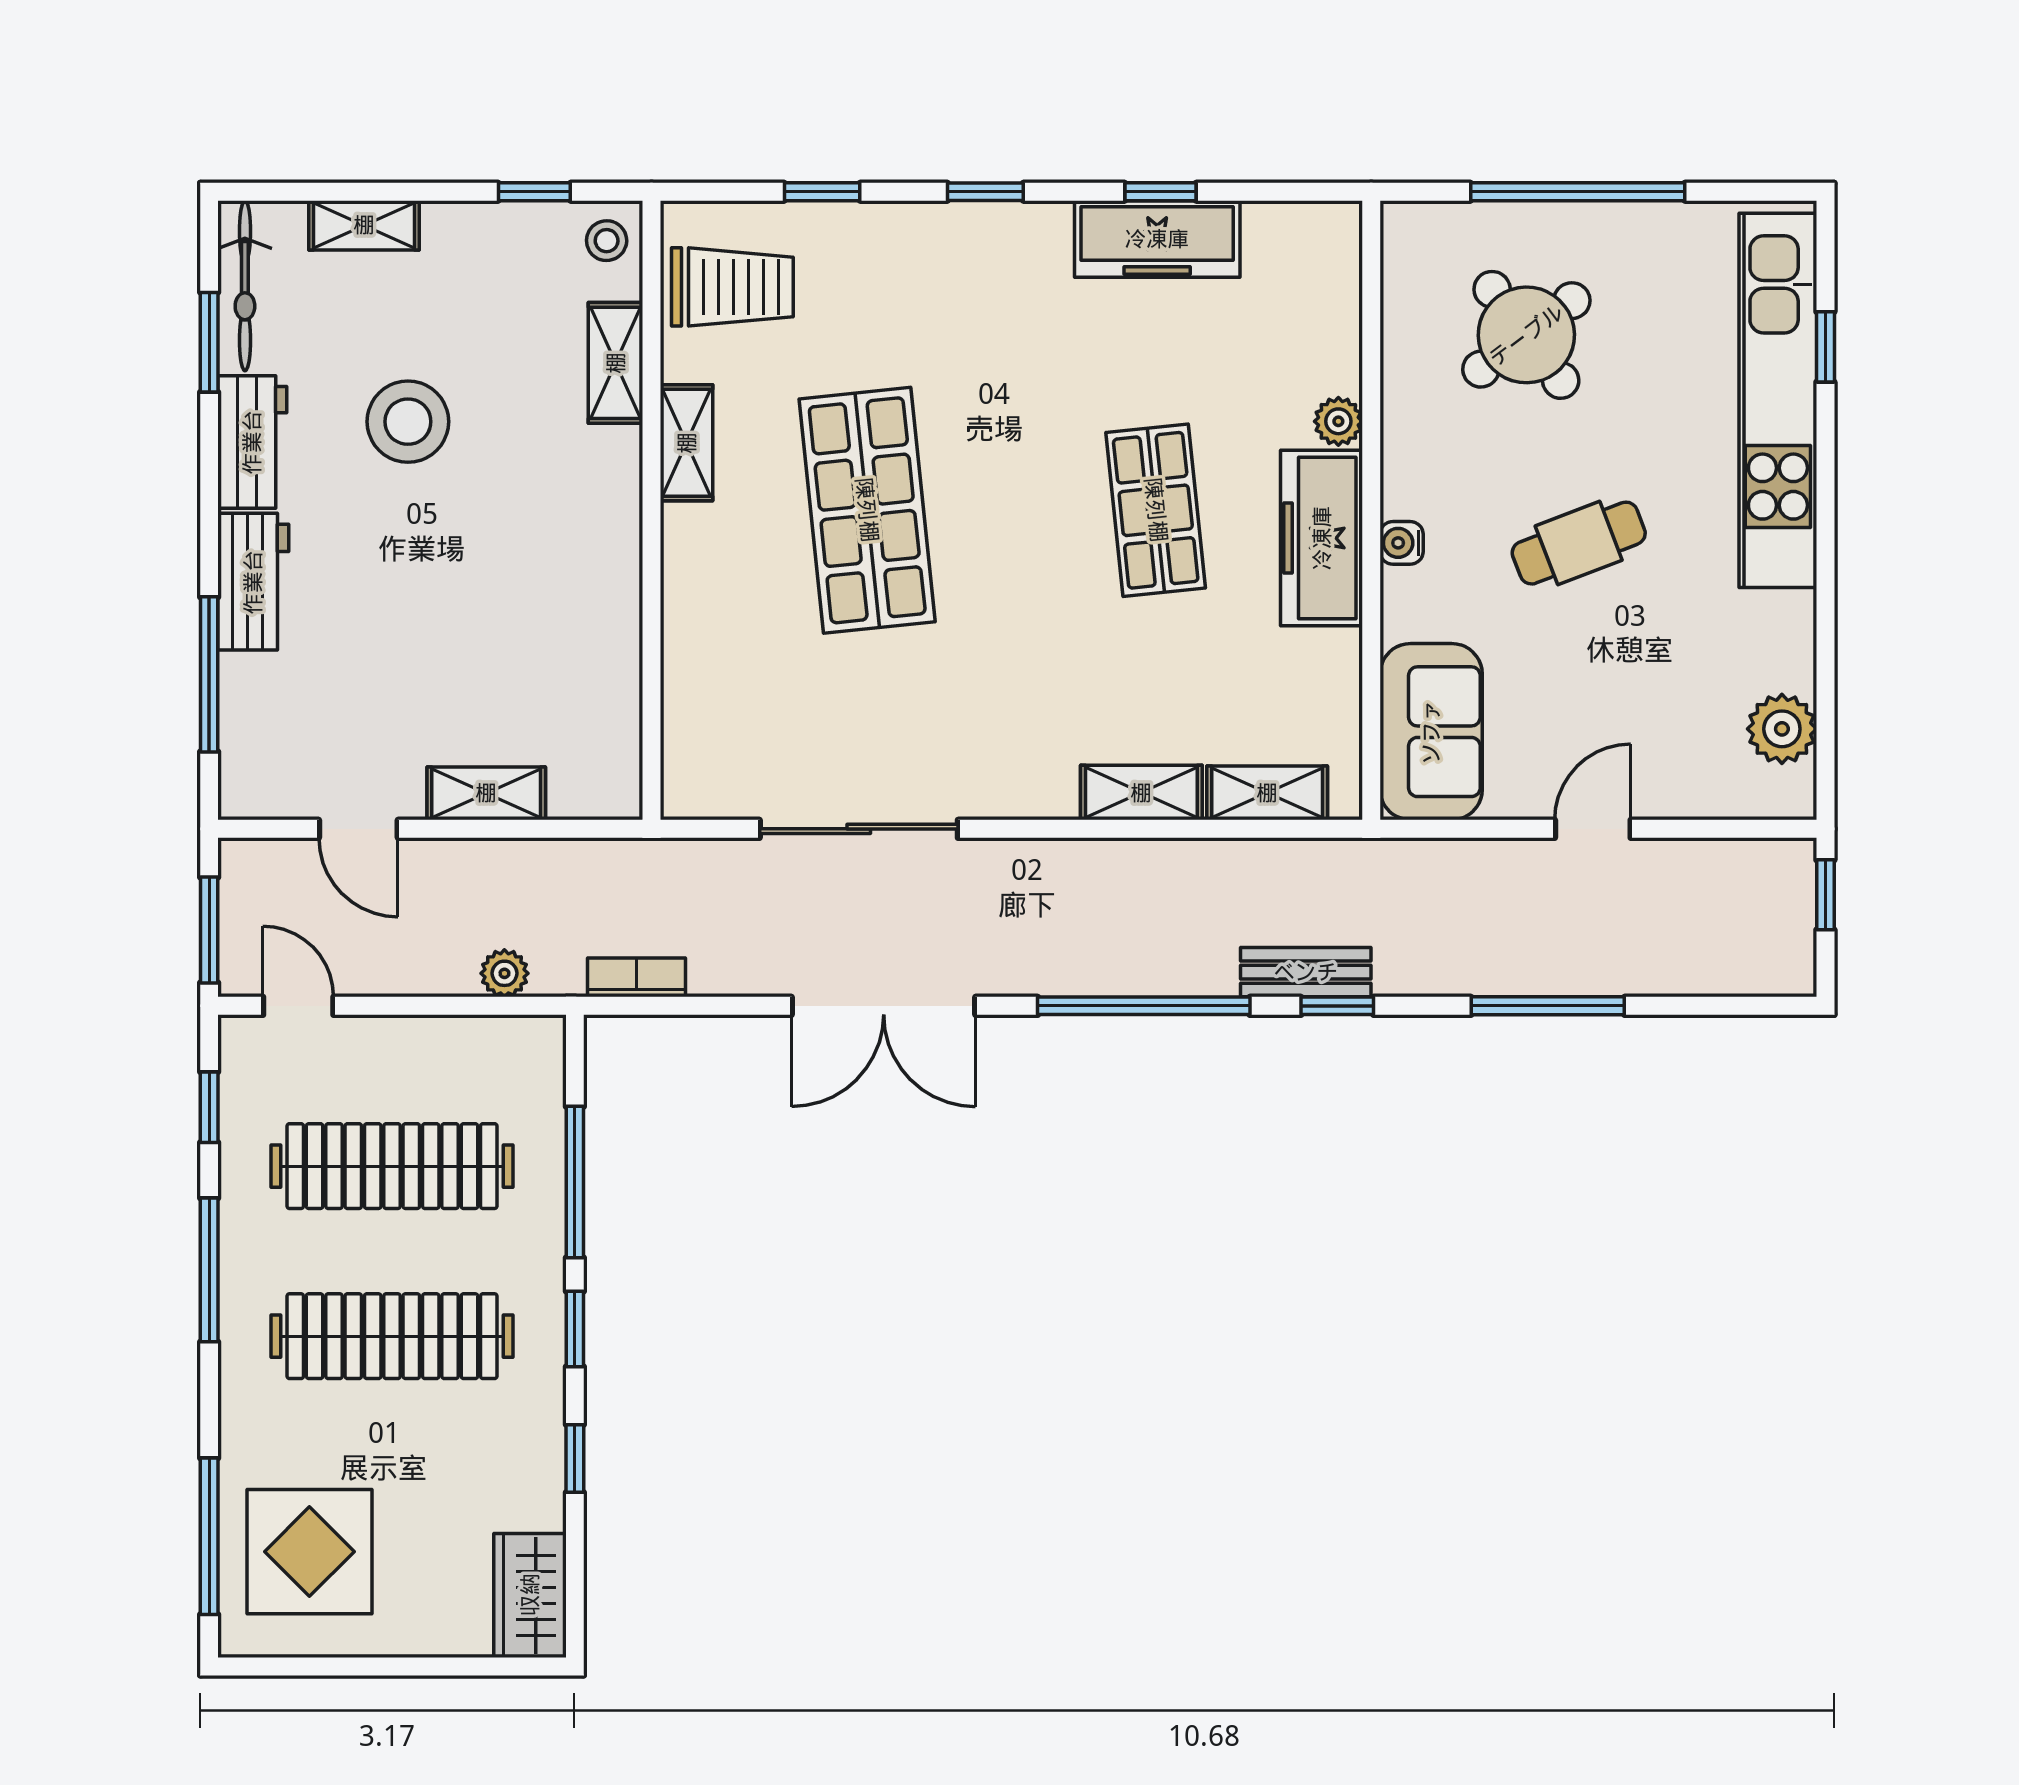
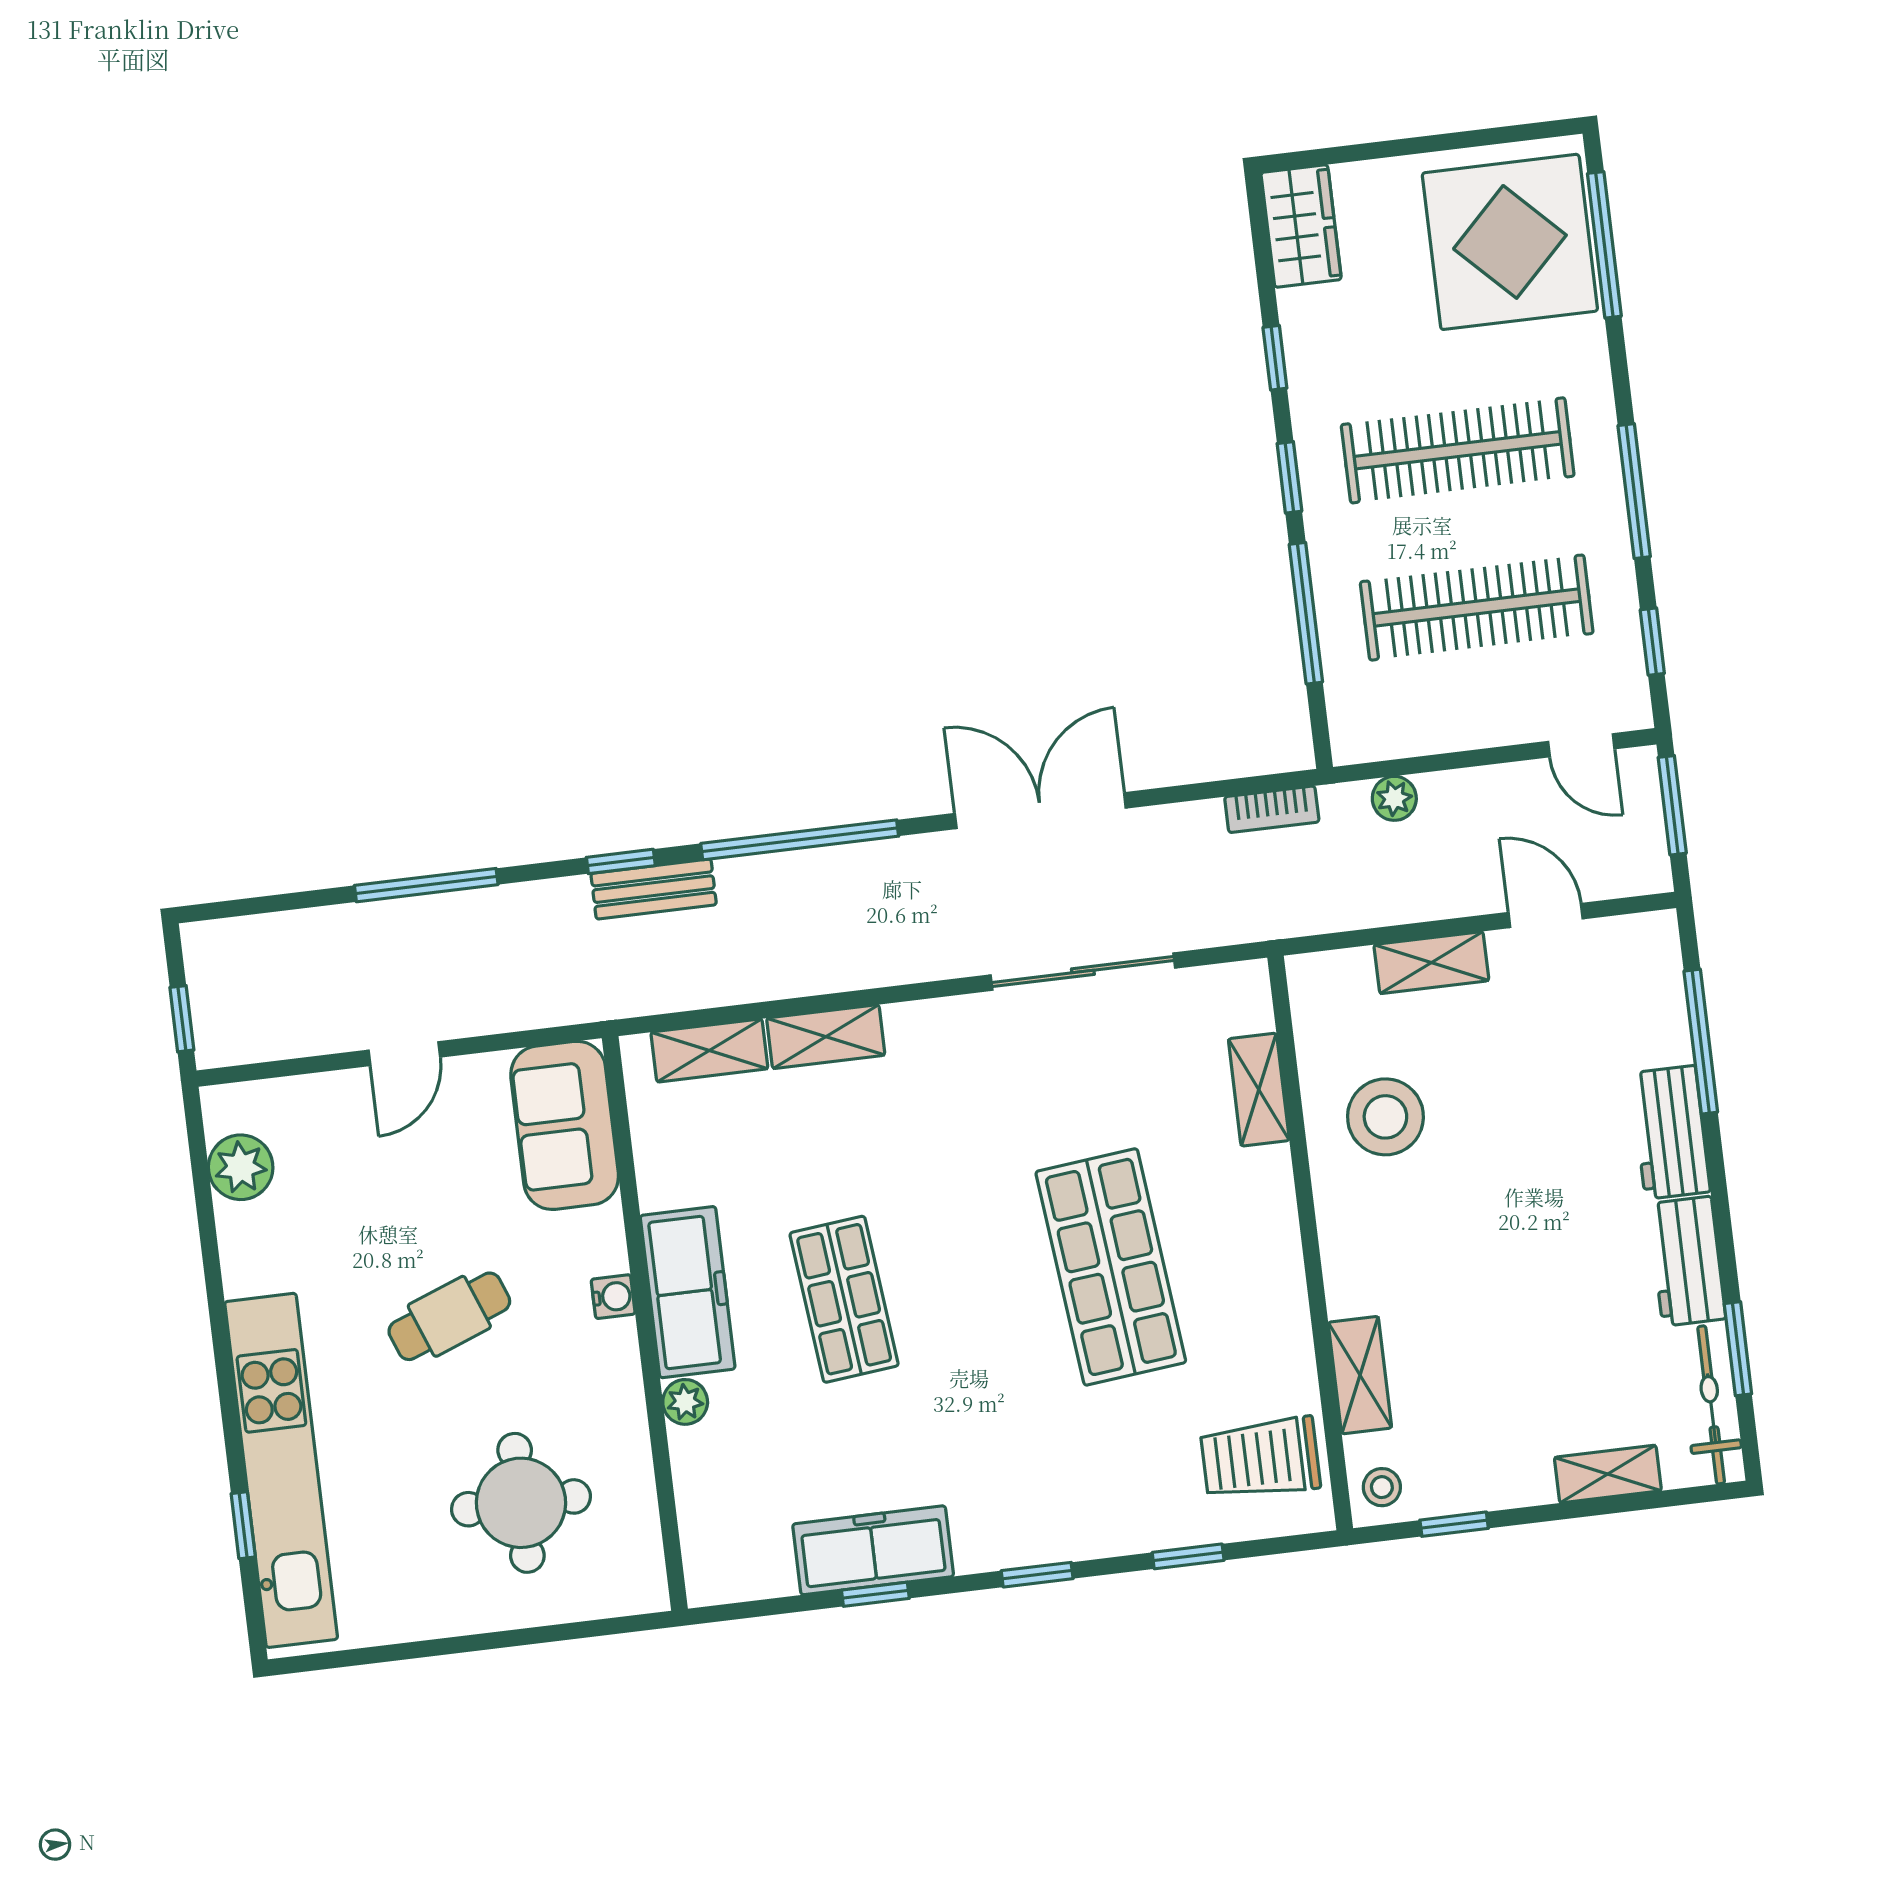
window: (1578, 192) -> (490, 1641), removed
round table: (1526, 335) -> (521, 1503), turned 37
stool: (408, 422) -> (1385, 1117), moved
shelving: (687, 443) -> (1259, 1090), moved
display table: (309, 1552) -> (1510, 242), width x1.36, depth x1.36

